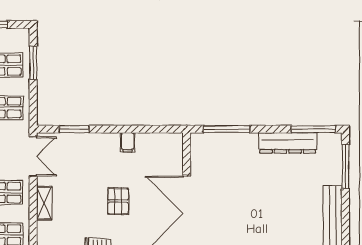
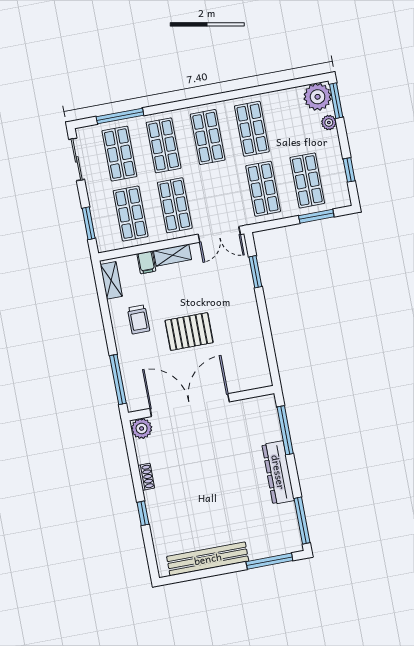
filing cabinet: (128, 142) -> (146, 262), moved, turned -90
dresser: (288, 143) -> (278, 472), moved
pallet: (118, 201) -> (189, 332), width x1.50, depth x1.42

